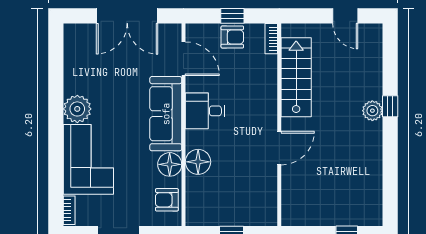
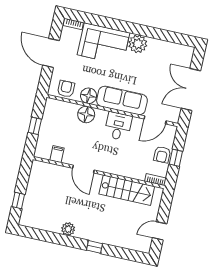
plant: (372, 111) -> (68, 229), moved
filing cabinet: (266, 192) -> (57, 154), added

